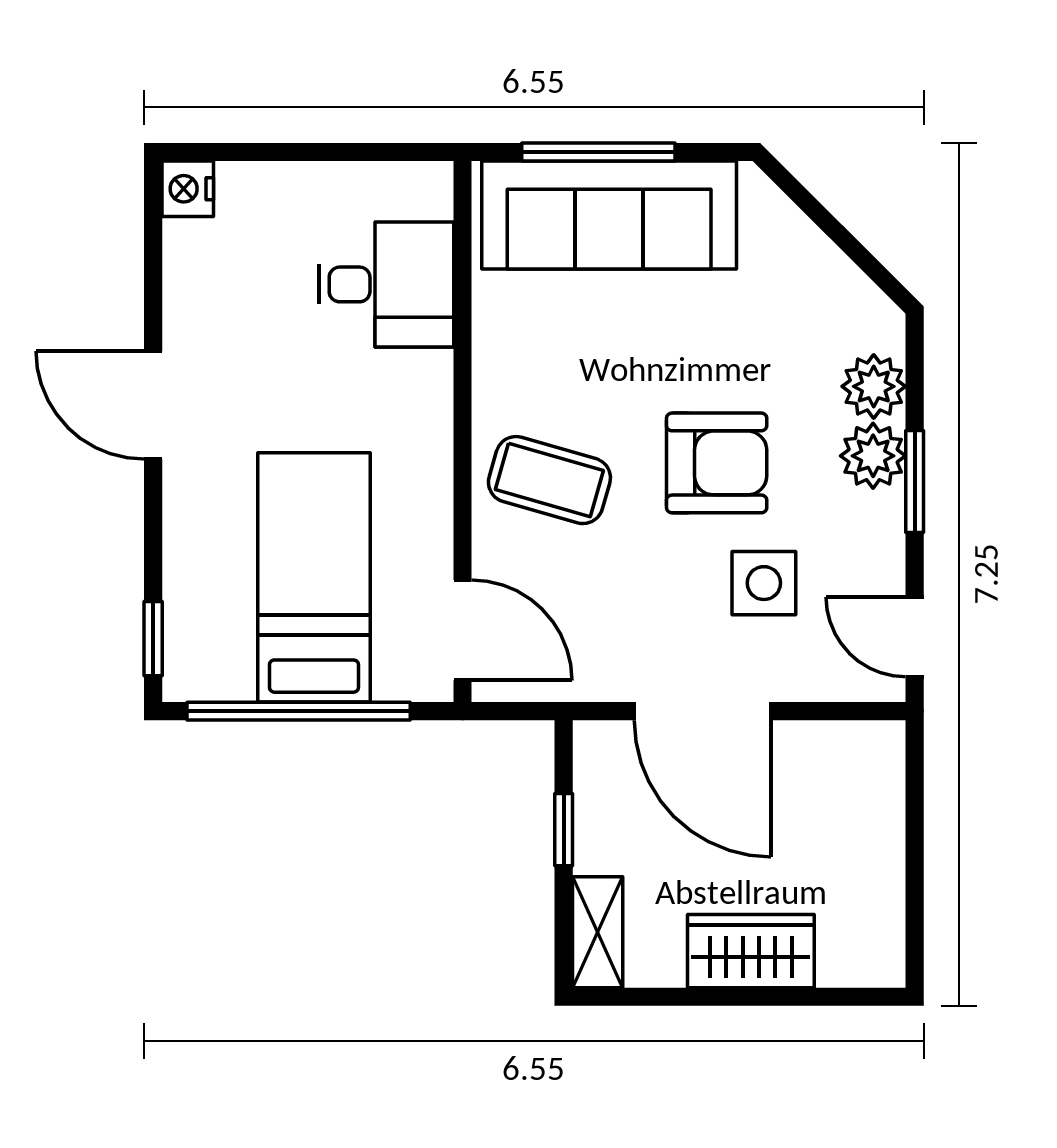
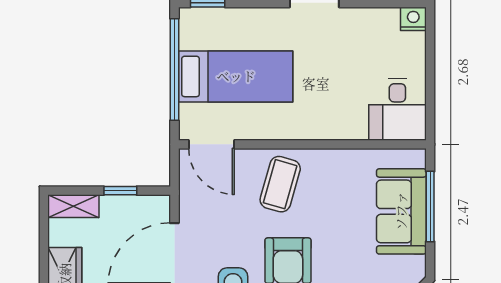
sofa: (609, 215) -> (401, 211), width x0.73
desk: (386, 284) -> (397, 109), moved
door: (462, 630) -> (212, 144), hinge flipped

